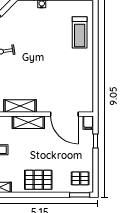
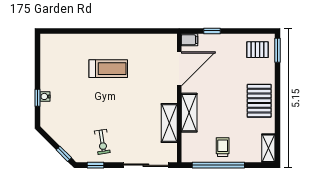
treadmill: (80, 32) -> (108, 69), moved
pallet: (80, 178) -> (257, 50), turned 90

